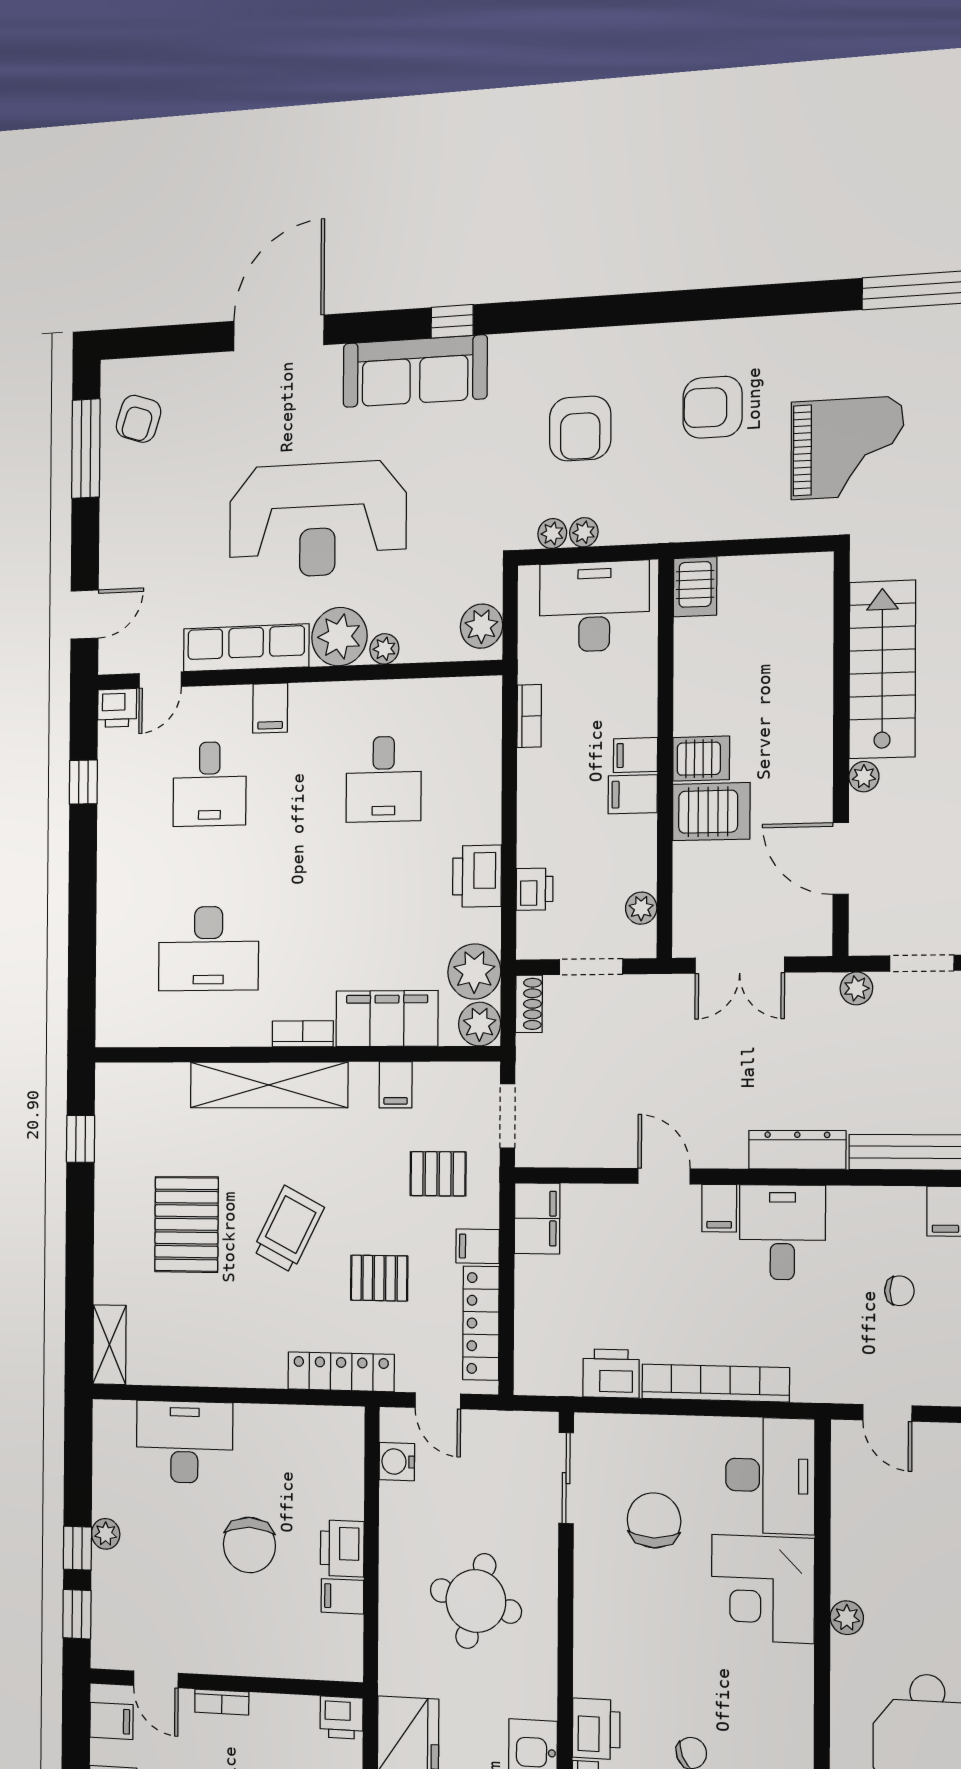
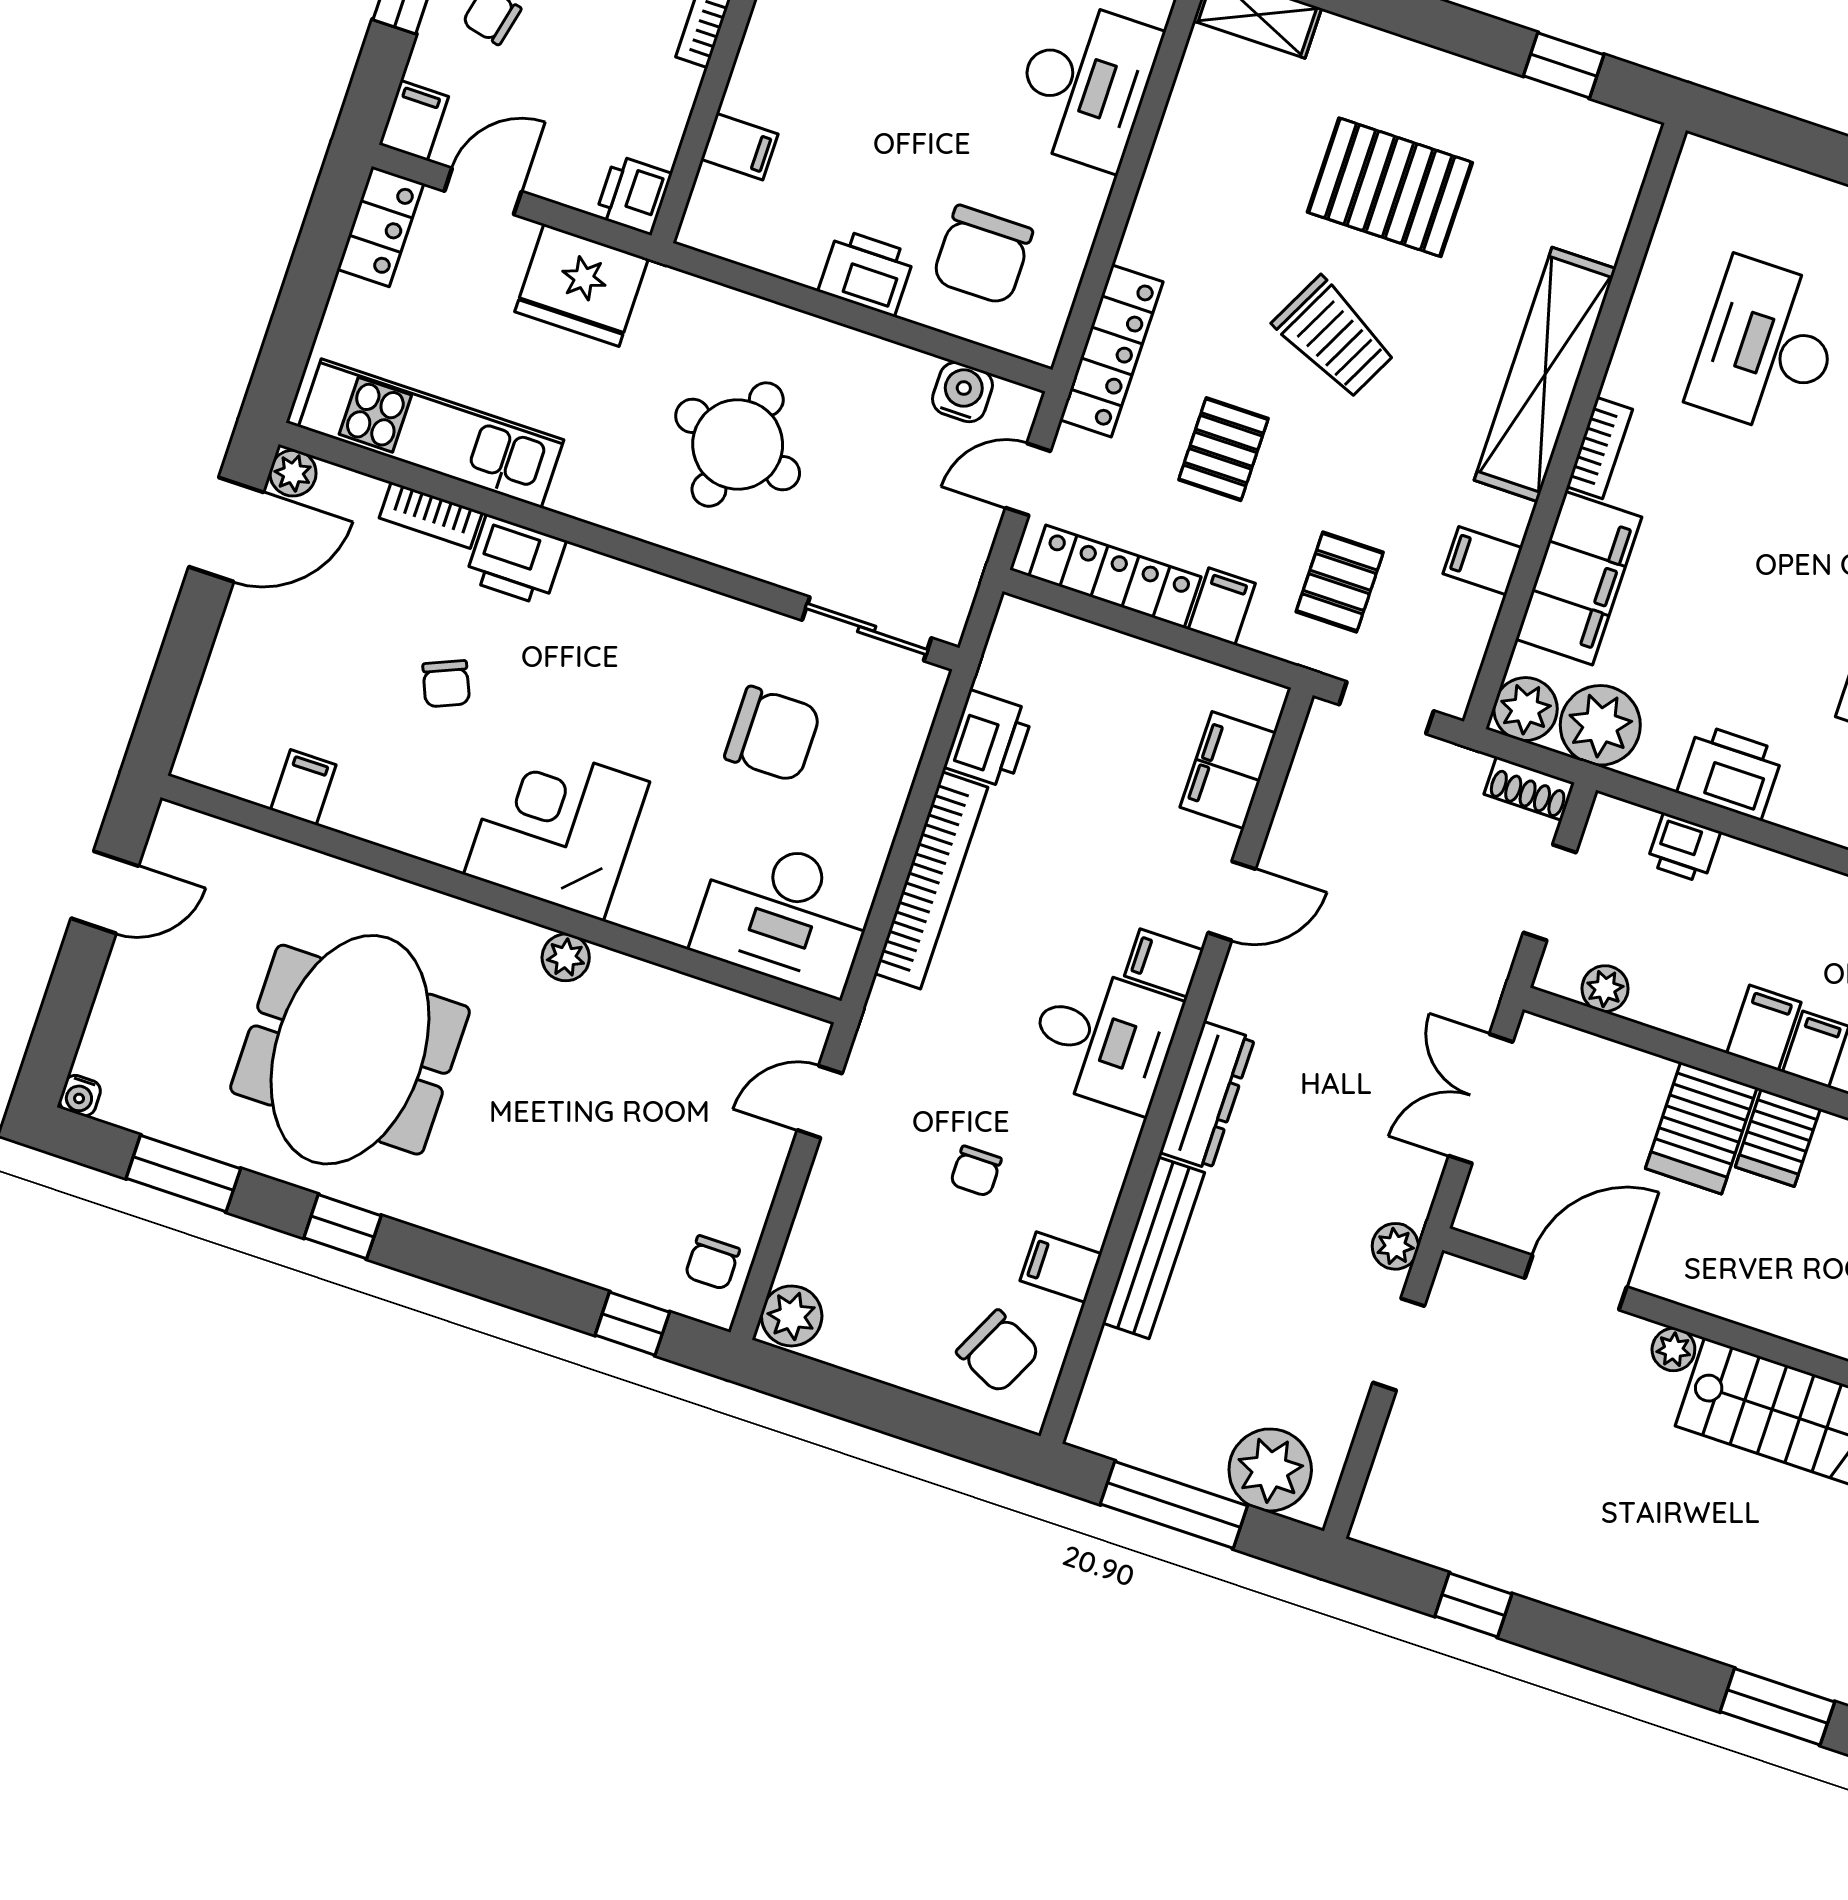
filing cabinet: (537, 1218) -> (1228, 770), moved, turned 90
chair: (249, 1545) -> (982, 255), moved, turned -90
corner desk: (763, 1589) -> (557, 828), moved
filing cabinet: (342, 1596) -> (739, 147), moved, turned 90

